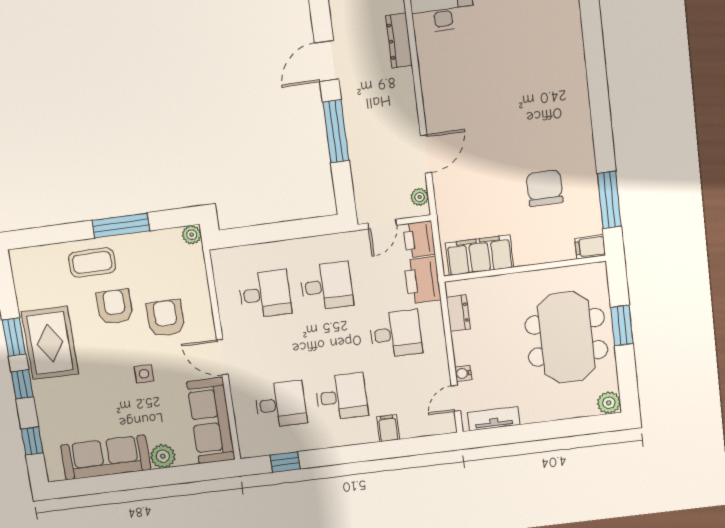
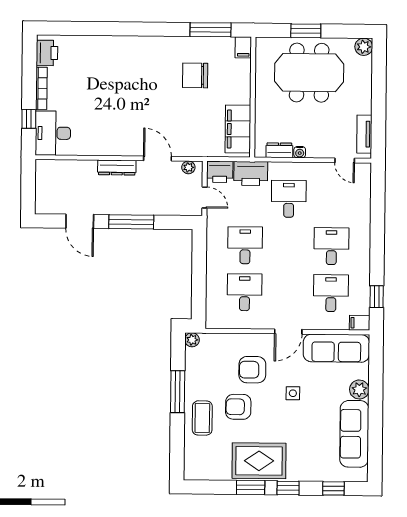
dresser: (399, 41) -> (117, 168), moved
water cooler: (463, 373) -> (300, 152), moved
filing cabinet: (388, 428) -> (360, 323), moved

